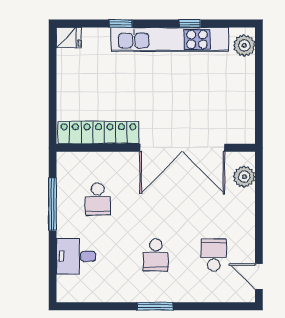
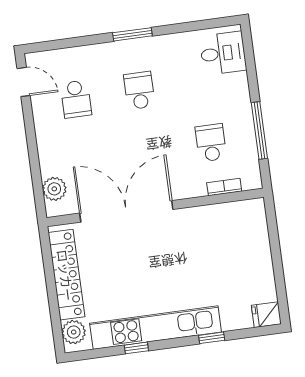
locker: (98, 133) -> (66, 275), moved, turned -90
bookcase: (91, 158) -> (224, 187), added
desk: (76, 256) -> (223, 53), moved

